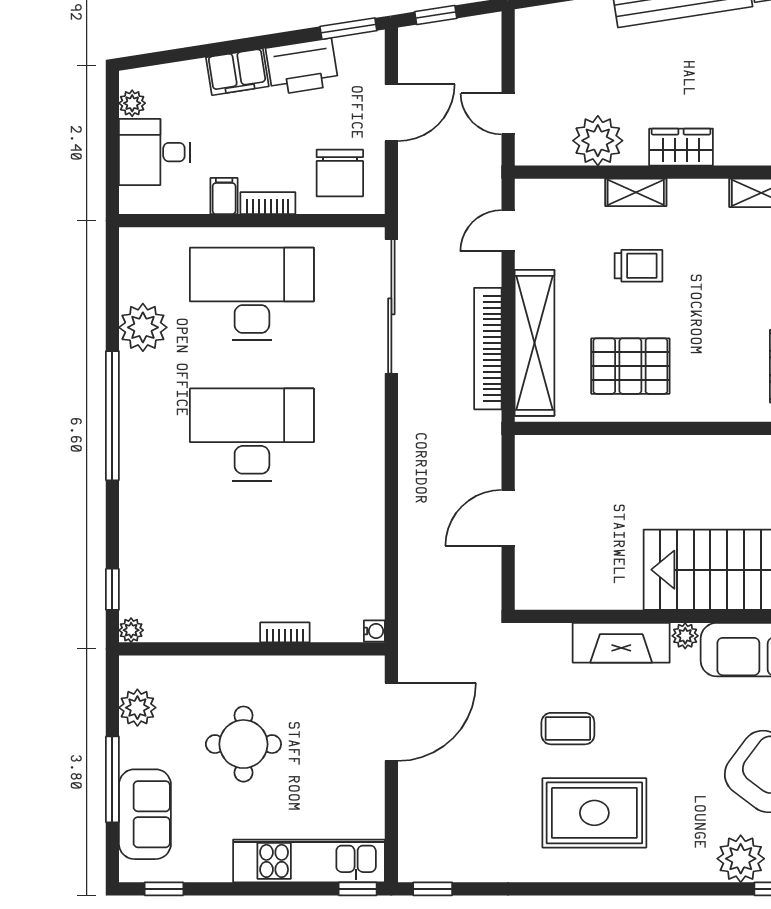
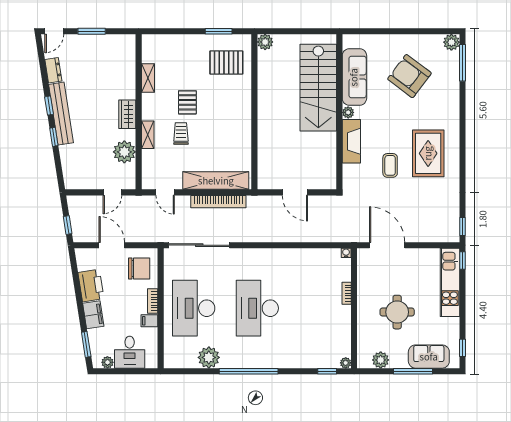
window: (348, 29) -> (86, 344), moved
pallet: (630, 366) -> (187, 102), moved, width x0.67, depth x0.71
plant: (741, 859) -> (449, 87), removed

